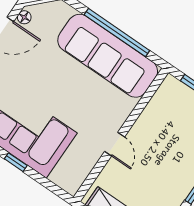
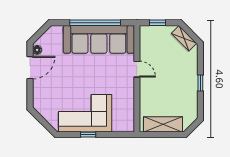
door: (115, 144) -> (137, 69), moved

